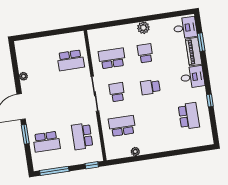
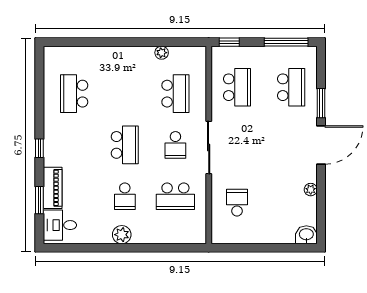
washbasin: (22, 46) -> (306, 235), added
school desk: (71, 60) -> (237, 203), width x0.54
desk: (192, 77) -> (60, 150), removed
school desk: (150, 87) -> (125, 145), width x1.85
window: (210, 100) -> (39, 148), moved
school desk: (122, 126) -> (175, 94), turned -90
school desk: (47, 142) -> (291, 87), turned 90

